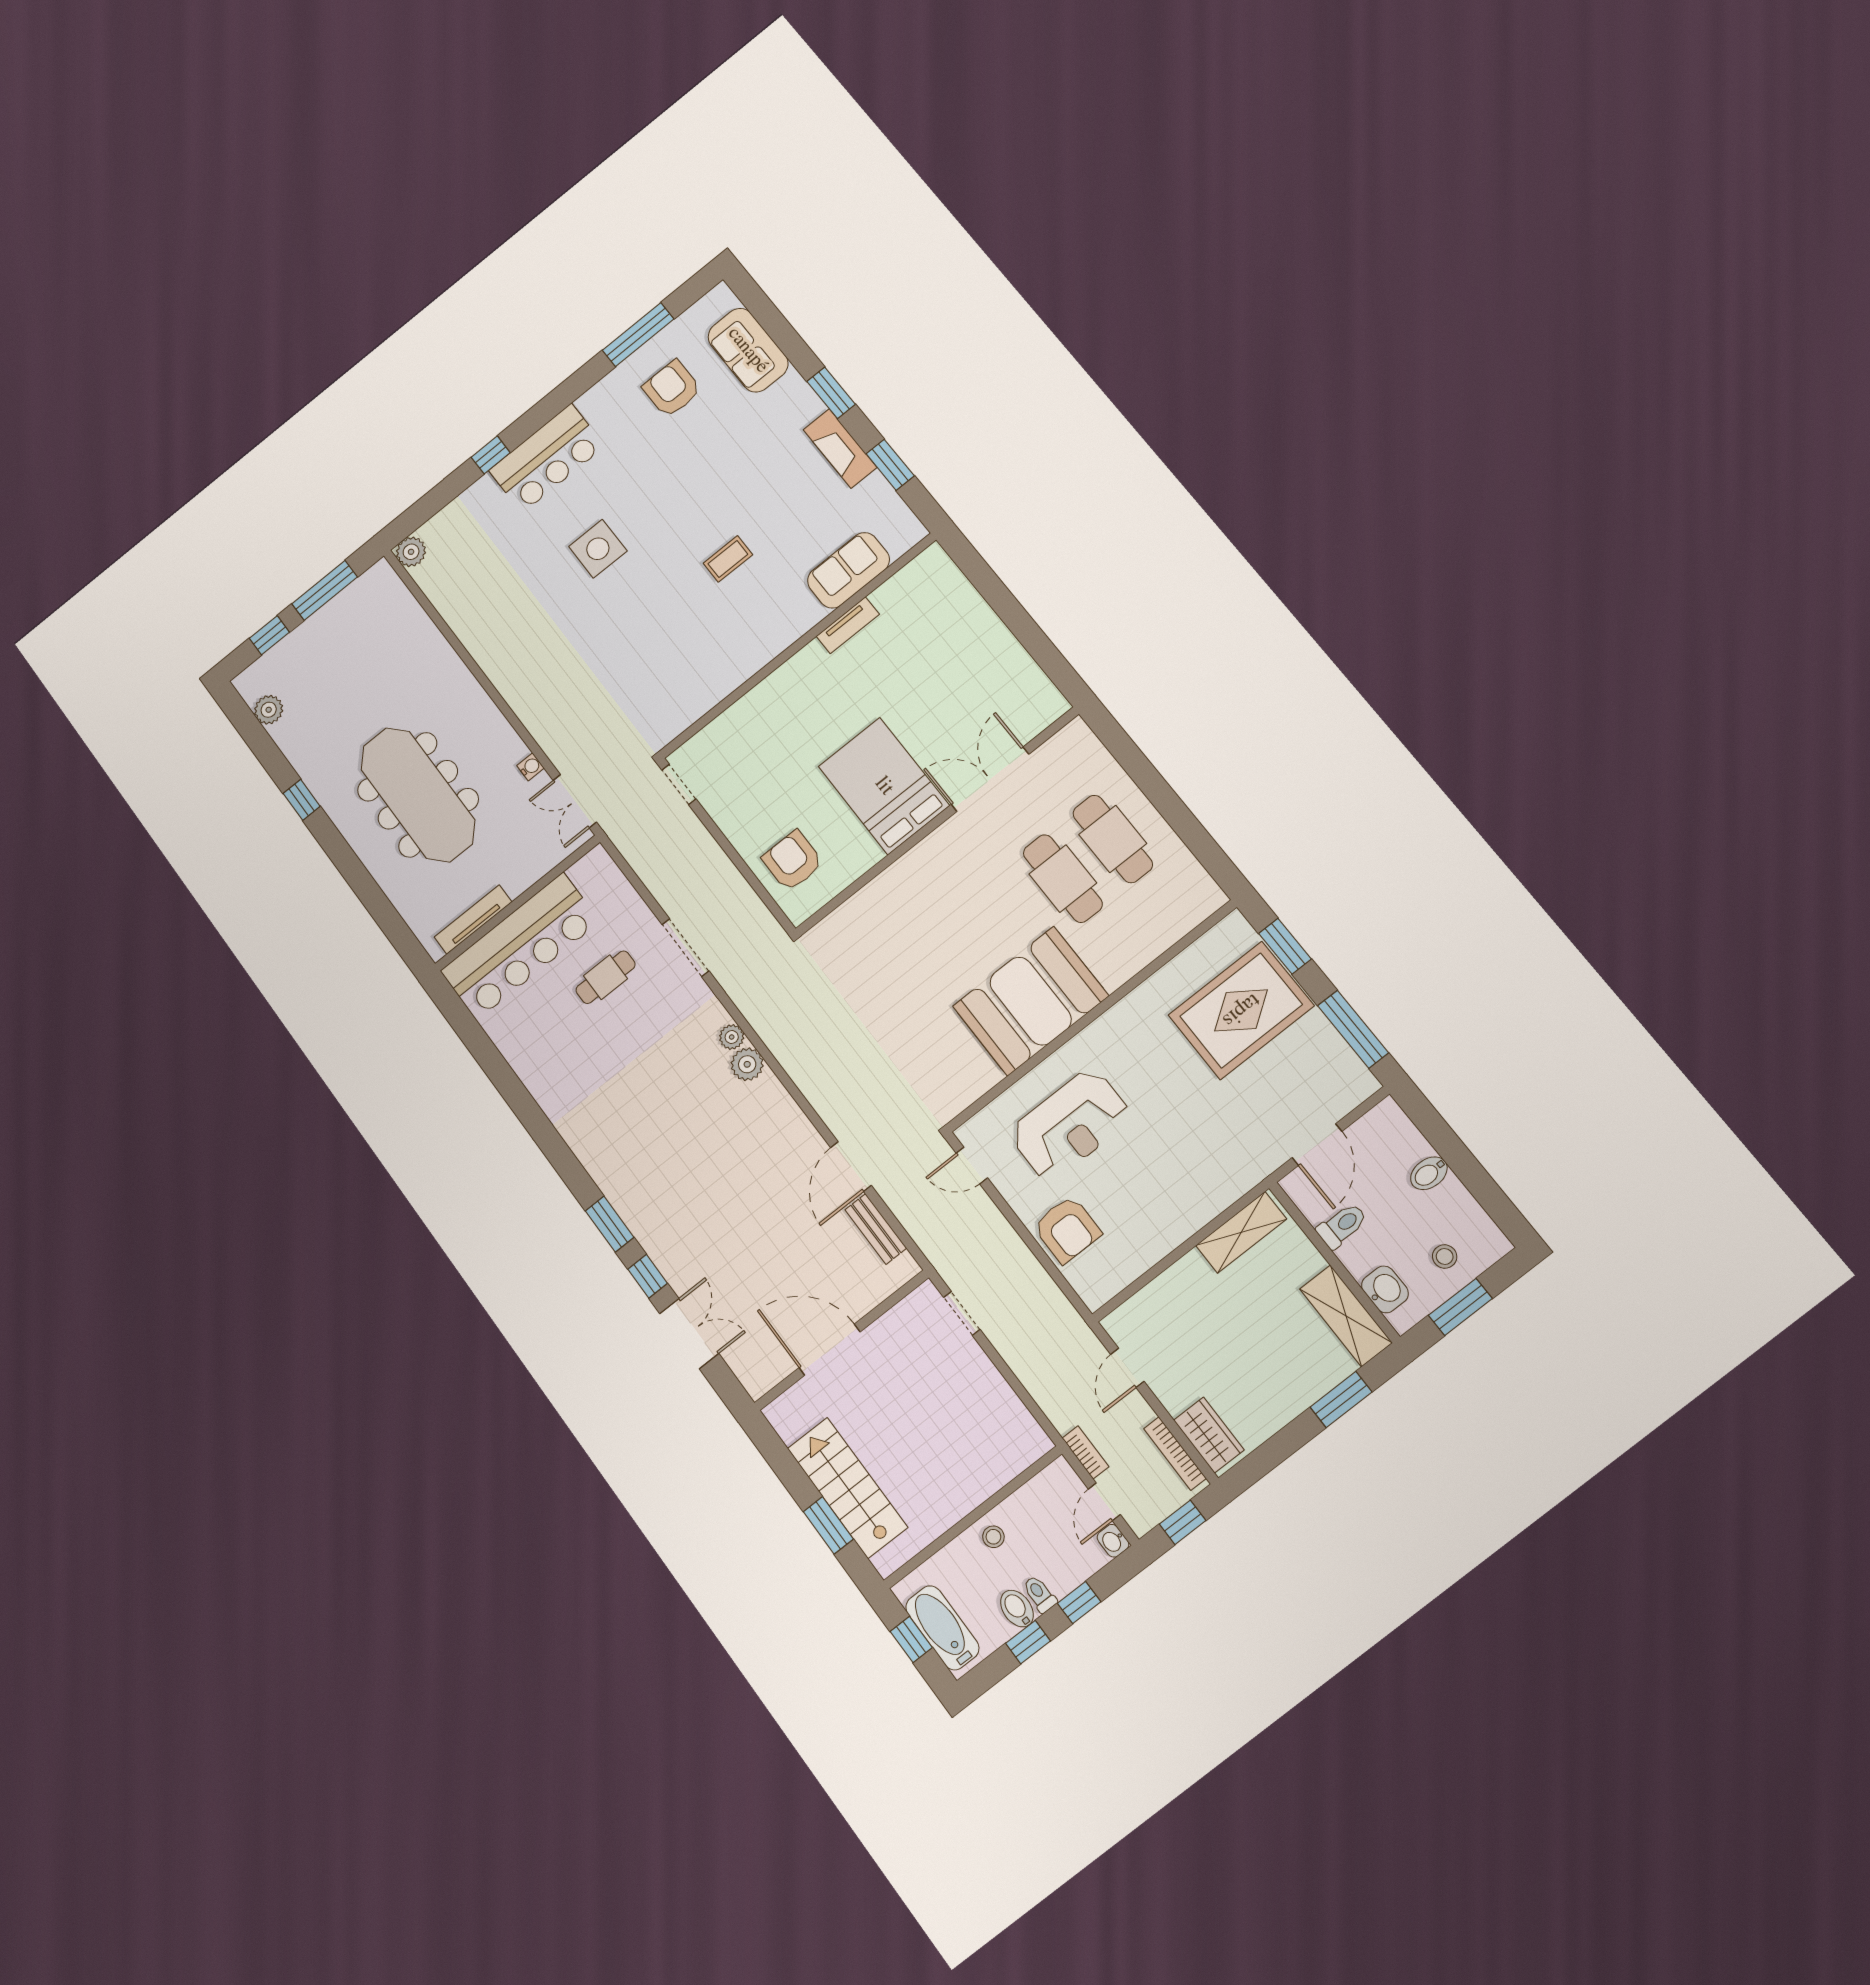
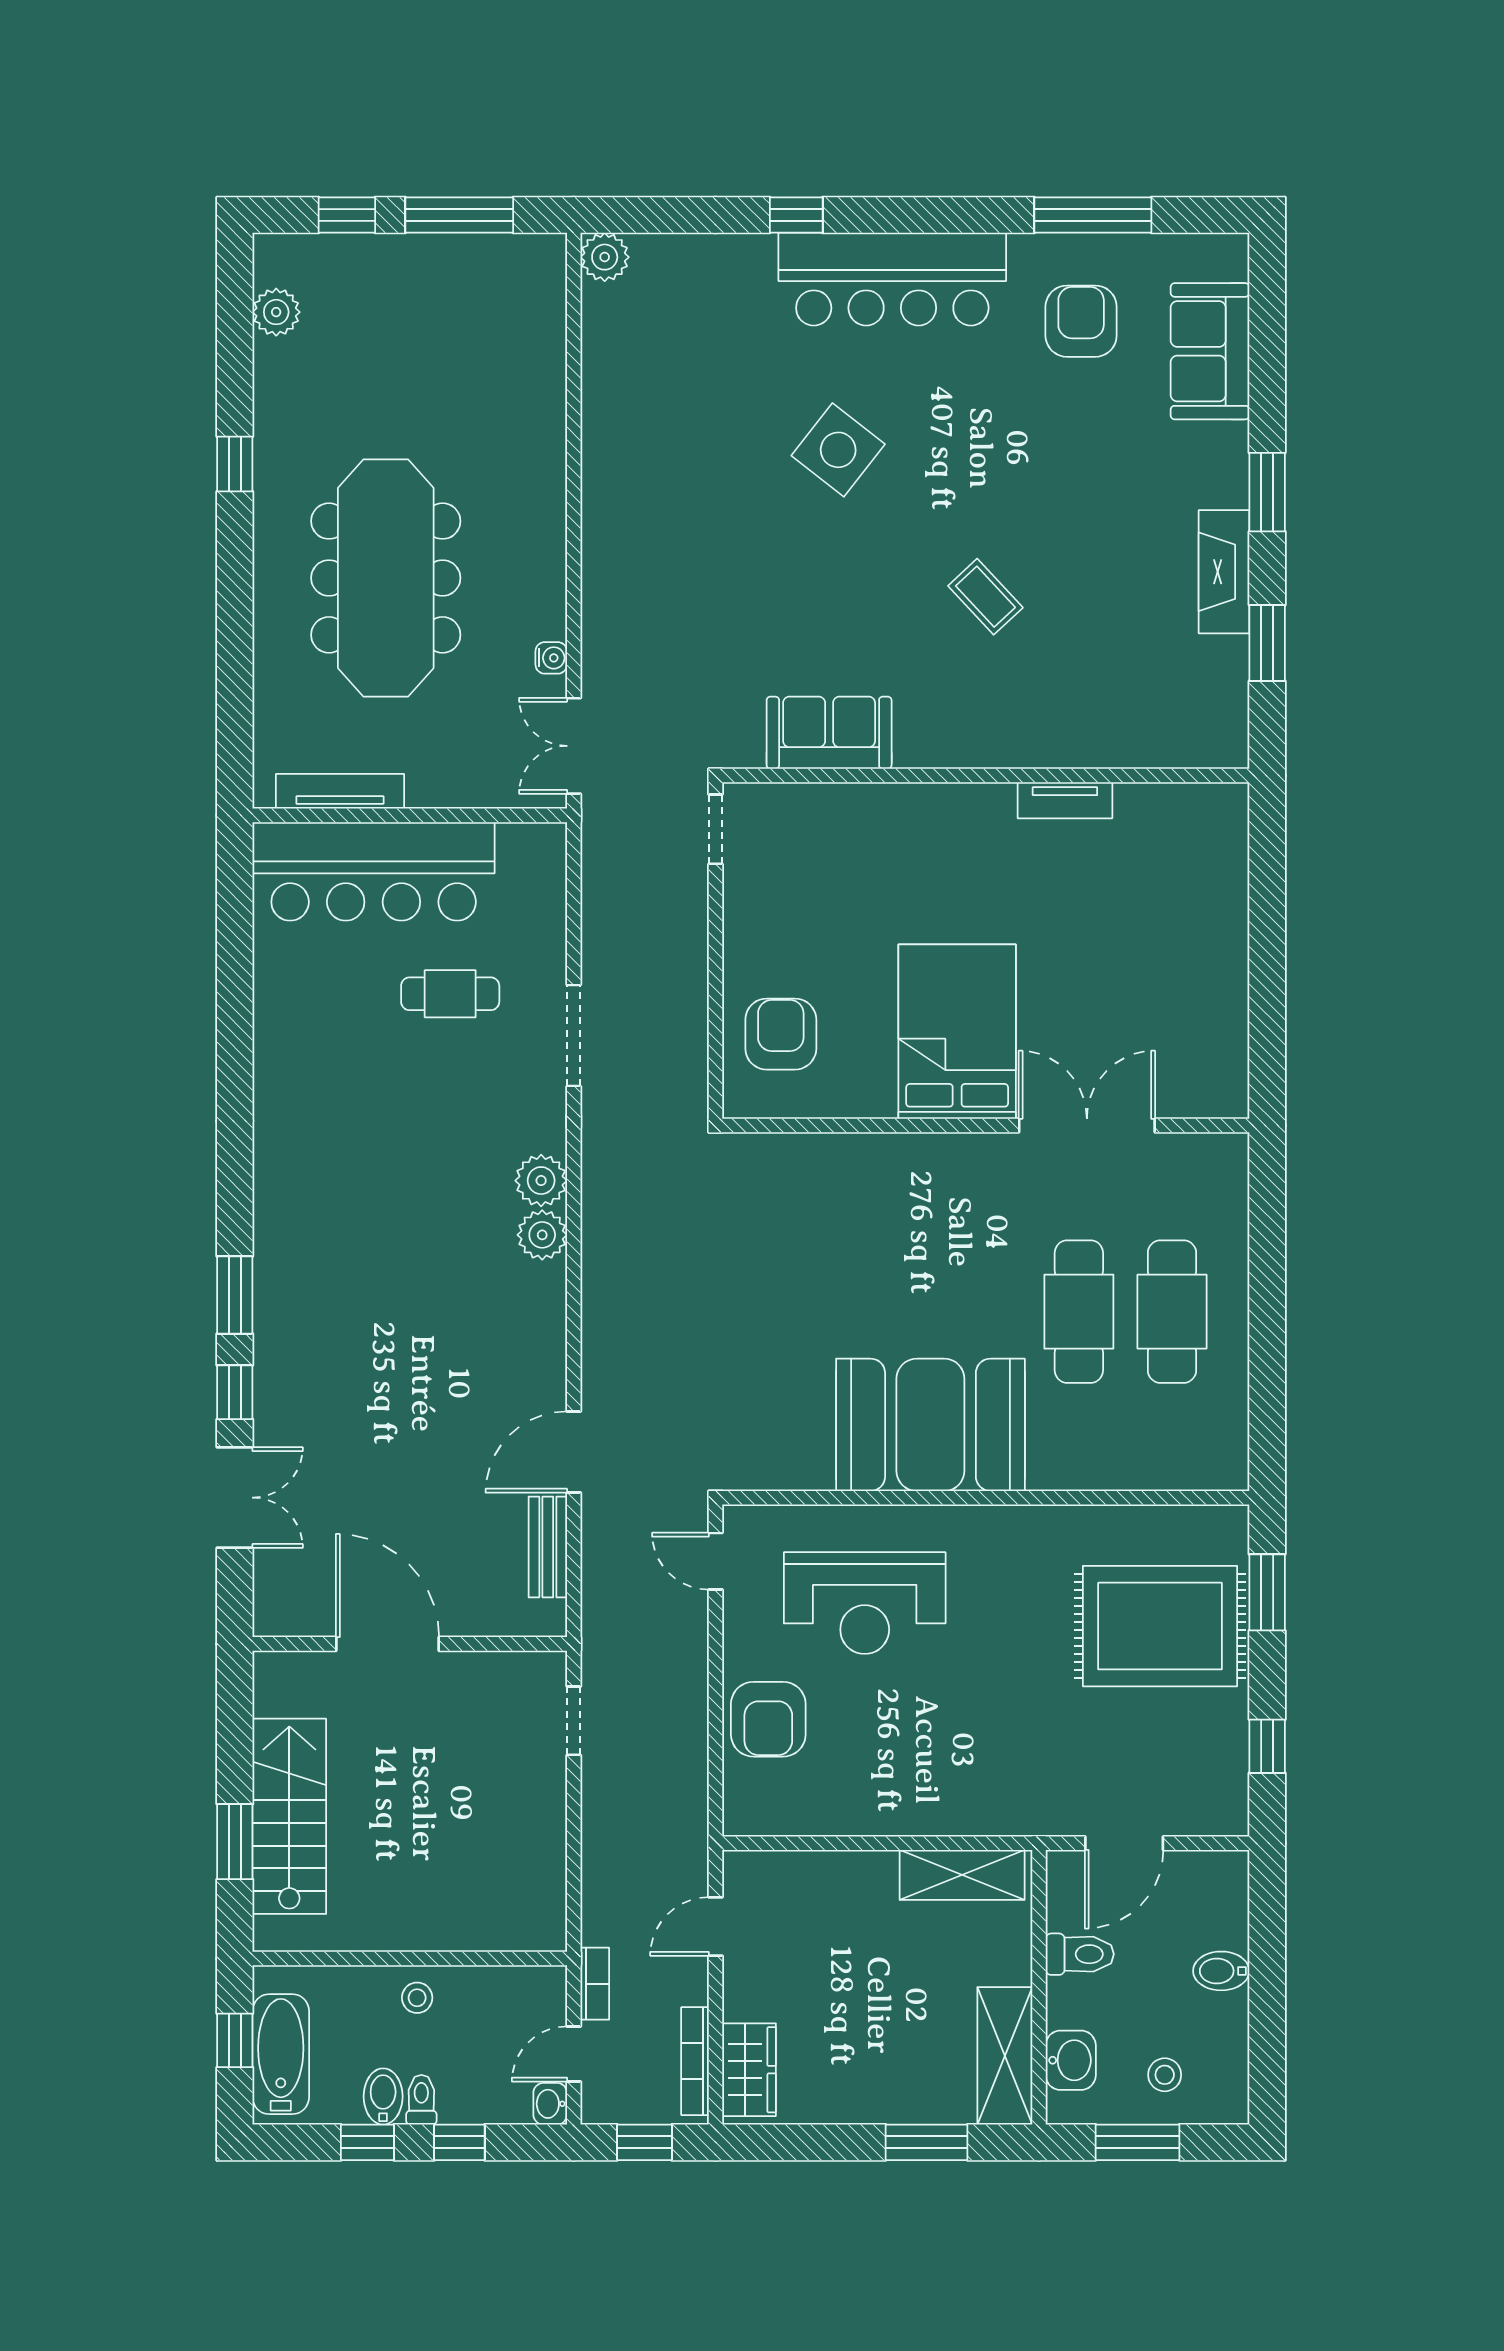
bar counter: (547, 458) -> (892, 279), width x1.36
side table: (598, 549) -> (838, 450), turned 38
coffee table: (728, 559) -> (985, 597), turned 47
sofa: (848, 570) -> (829, 733), moved
window: (1353, 1029) -> (1267, 1746), width x0.46
plant: (732, 1037) -> (541, 1181), width x1.38, depth x1.38

